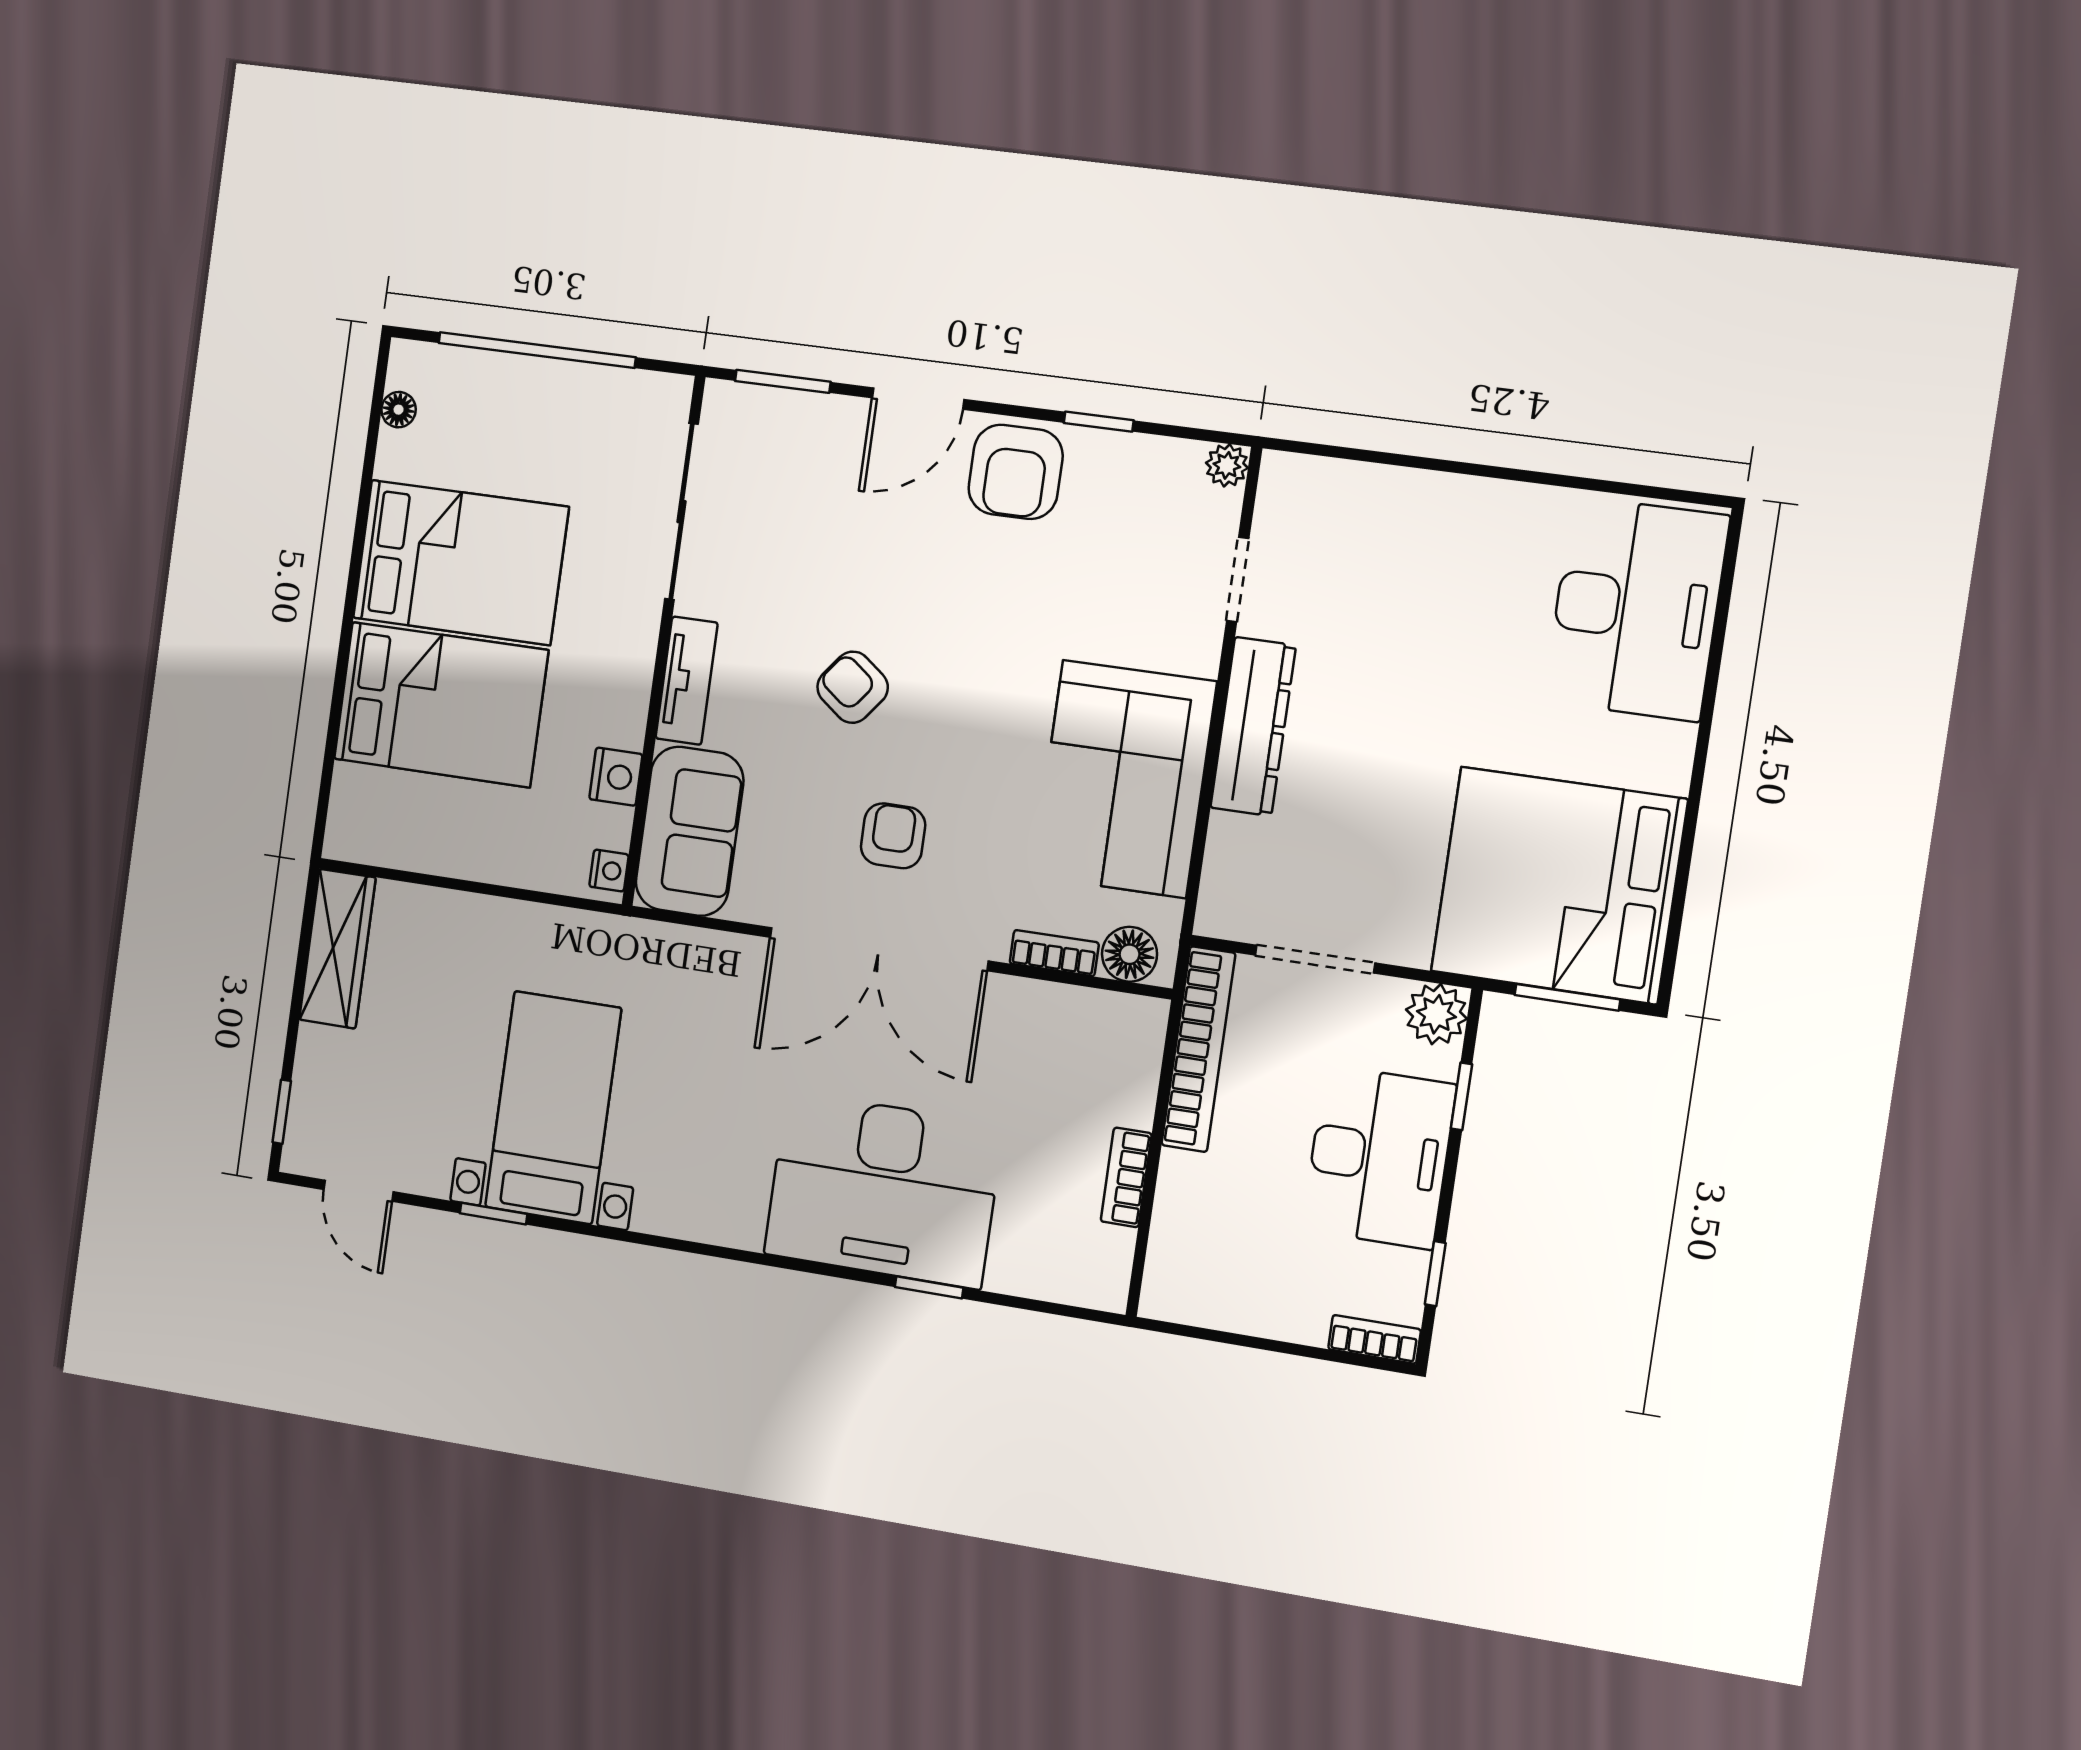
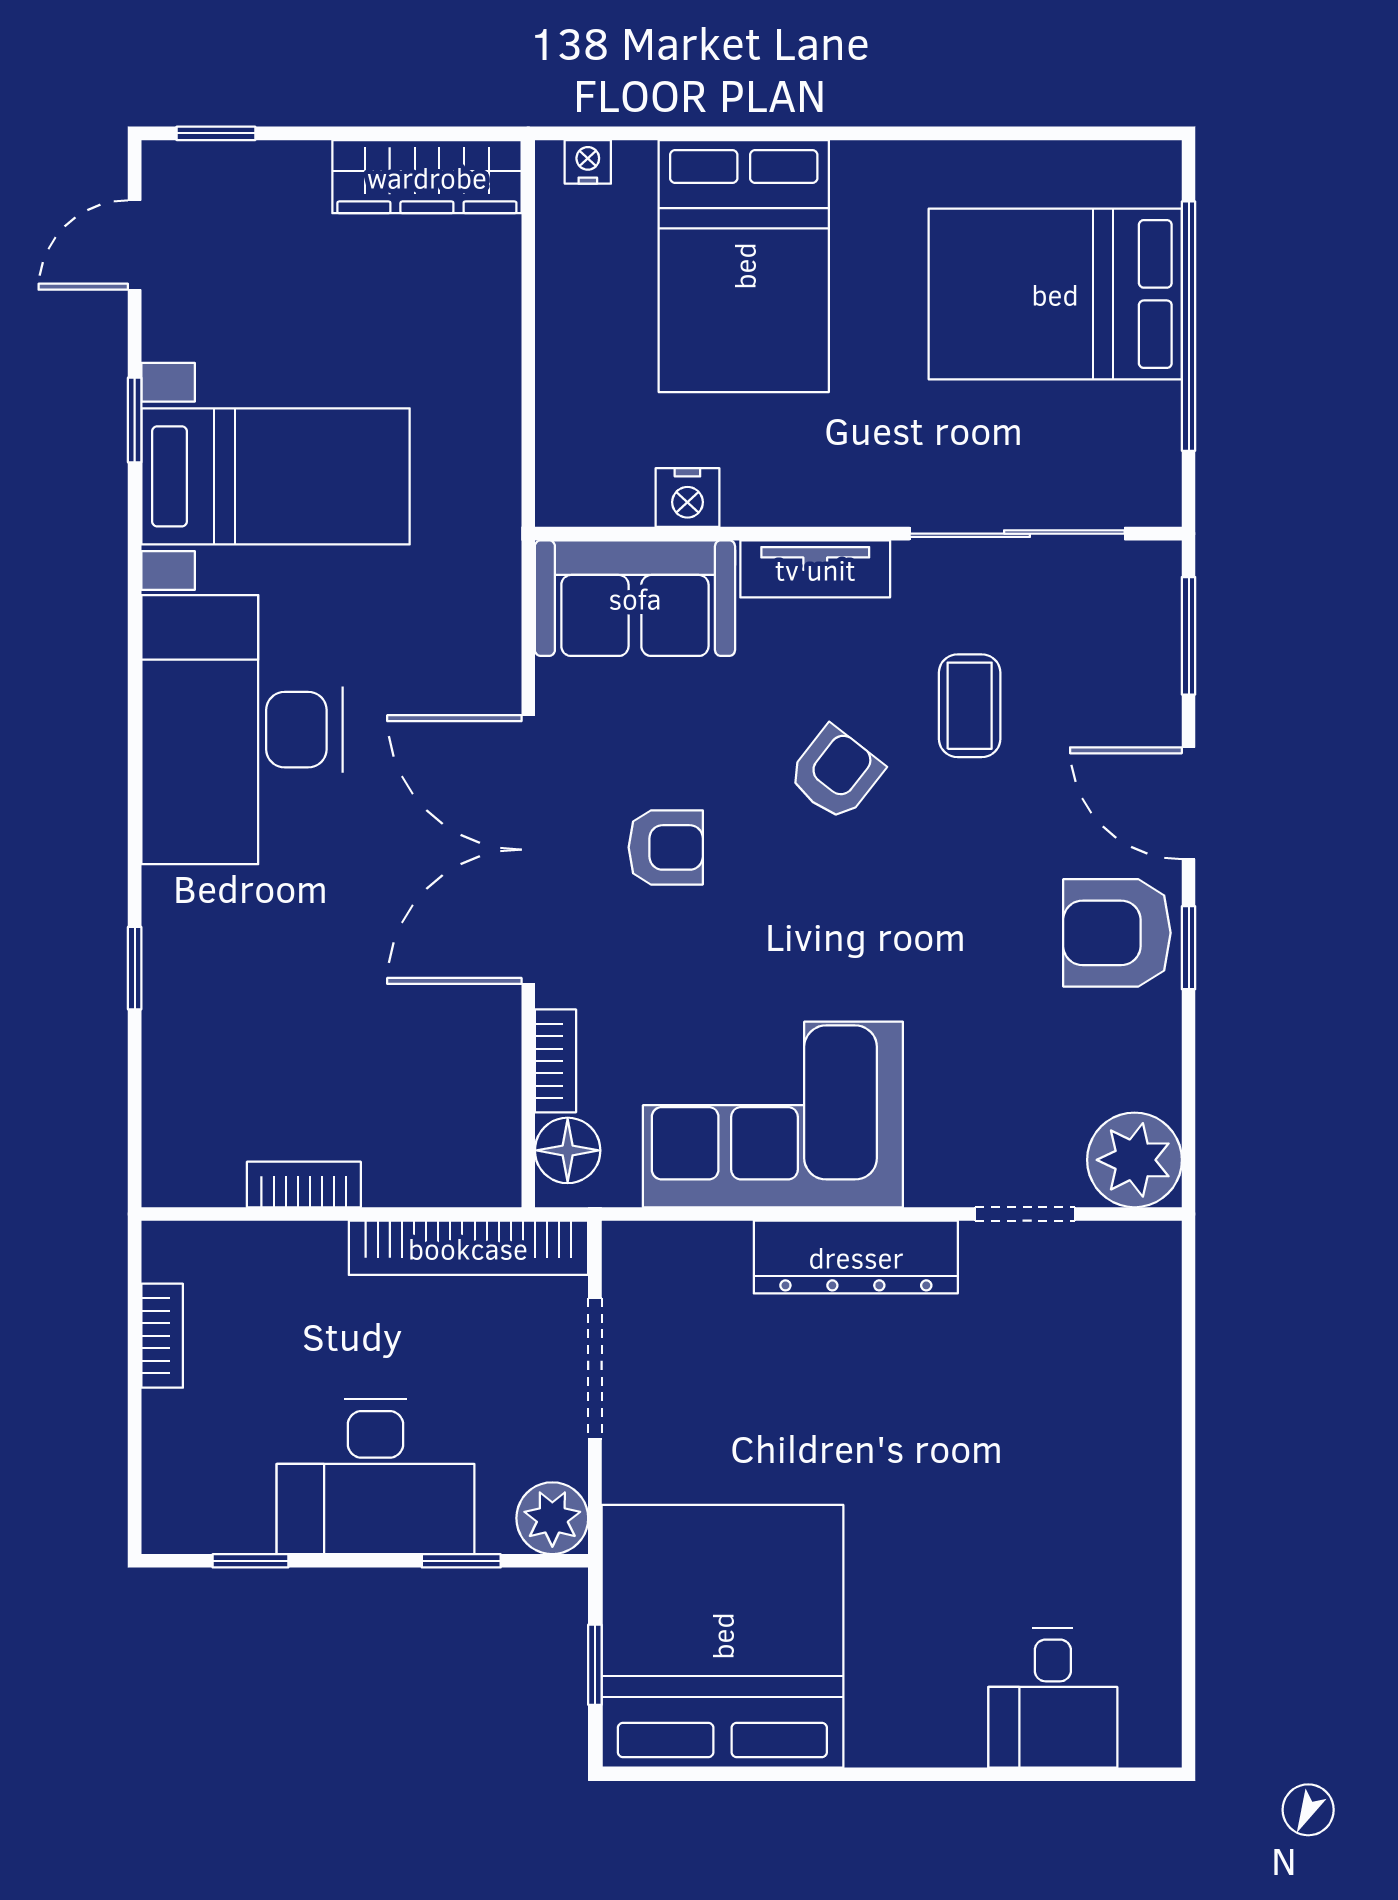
floor lamp: (399, 410) -> (1095, 162), removed
window: (1099, 422) -> (1189, 948), moved
plant: (1227, 465) -> (1135, 1160), width x1.88, depth x1.88
bed: (461, 562) -> (1055, 294), moved, turned 90
coffee table: (814, 569) -> (970, 706), added
desk: (1636, 609) -> (1053, 1698), width x0.53, depth x0.77
nightstand: (609, 871) -> (588, 162), moved, turned 180
window: (1567, 997) -> (595, 1665), width x0.67
desk: (883, 1190) -> (242, 730), moved
bookcase: (1374, 1339) -> (162, 1336), moved

